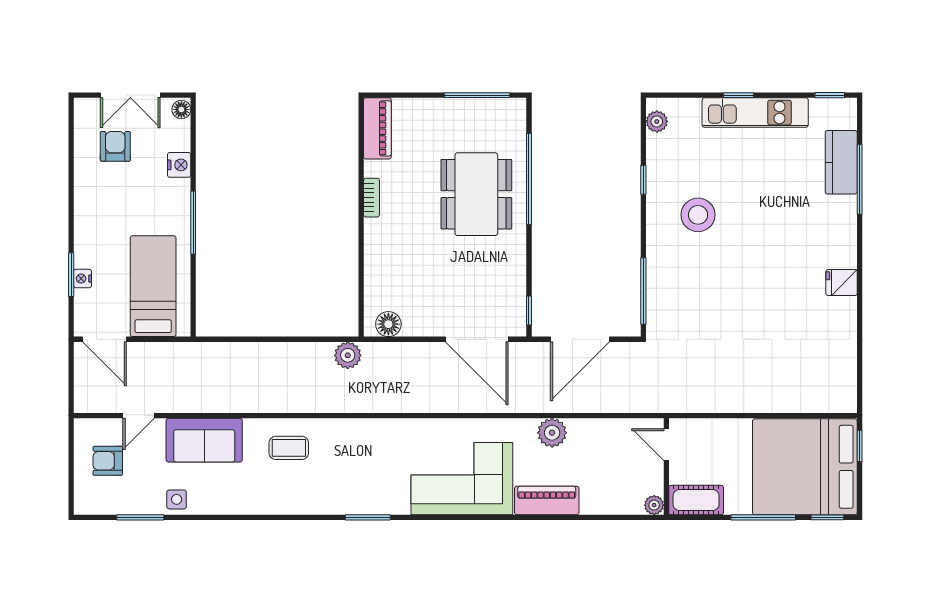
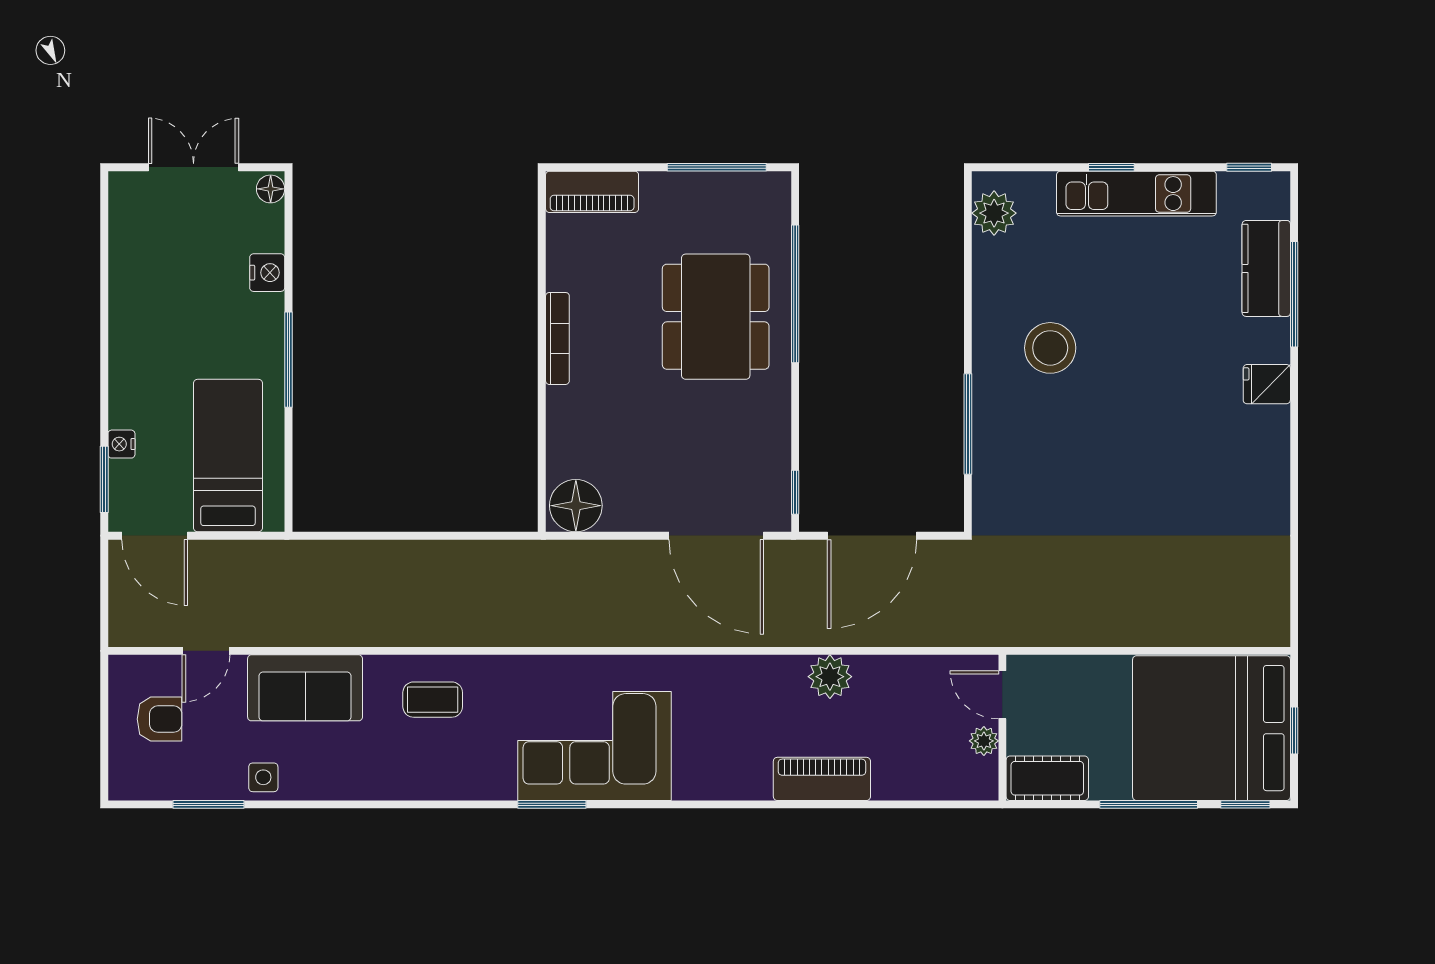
double door: (130, 95) -> (194, 167), swing flipped
plant: (657, 121) -> (994, 213), width x1.38, depth x1.38
piano: (377, 128) -> (592, 192), moved, turned 90
armchair: (115, 146) -> (171, 245), removed
window: (643, 180) -> (968, 295), removed
bookcase: (371, 198) -> (557, 338), width x1.56
window: (71, 275) -> (104, 479), moved
fridge: (842, 282) -> (1267, 384), moved
window: (643, 291) -> (968, 424), moved
floor lamp: (388, 324) -> (576, 506), width x1.38, depth x1.38
plant: (348, 355) -> (522, 560), removed
window: (860, 446) -> (1294, 730), moved
armchair: (108, 461) -> (159, 719), turned 180
corner sofa: (462, 479) -> (595, 746), moved
plant: (654, 505) -> (984, 741), moved

